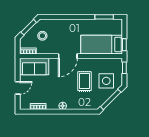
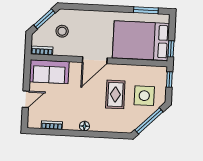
bed: (102, 44) -> (141, 41), width x1.50

